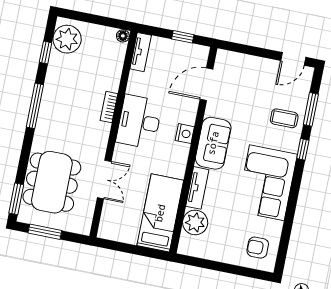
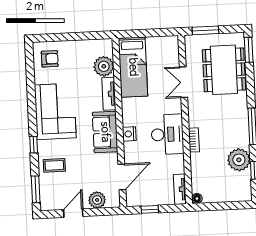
plant: (67, 39) -> (239, 160), moved
door: (293, 59) -> (73, 213), moved
plant: (243, 64) -> (97, 200), added
window: (311, 109) -> (36, 189), moved
window: (45, 232) -> (205, 30), moved

